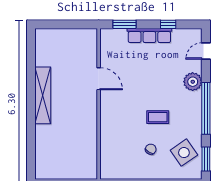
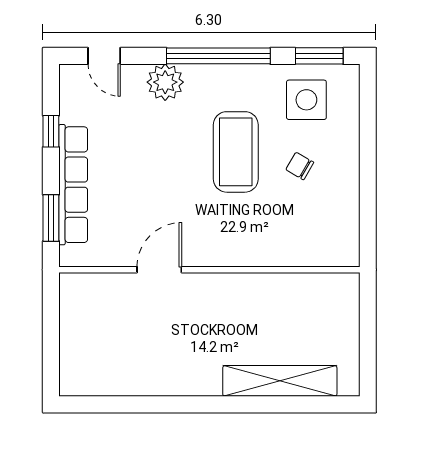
row of seats: (149, 35) -> (73, 185), width x1.36
shelving: (43, 95) -> (280, 381), moved
coffee table: (158, 117) -> (236, 152), width x1.86, depth x1.72
side table: (184, 153) -> (306, 100), turned 35

